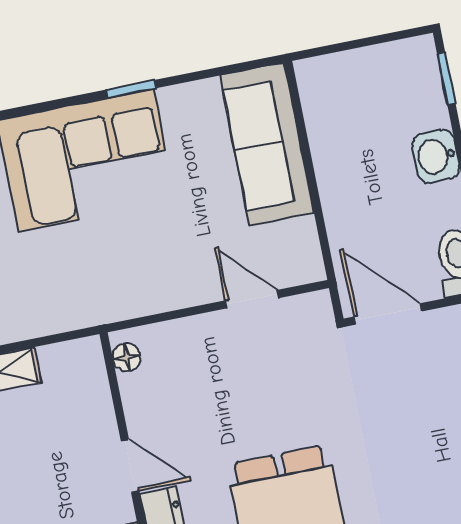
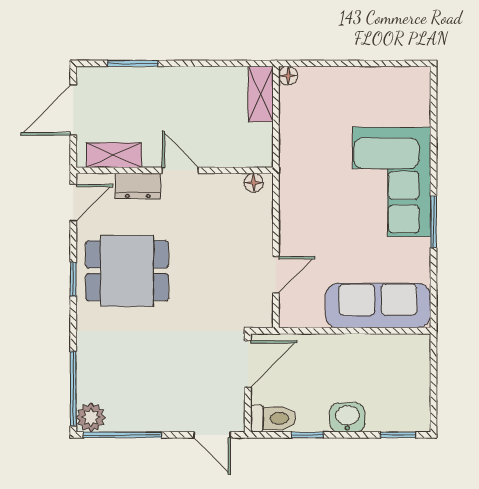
window: (131, 89) -> (433, 222), width x1.50
door: (130, 466) -> (180, 170), swing flipped

